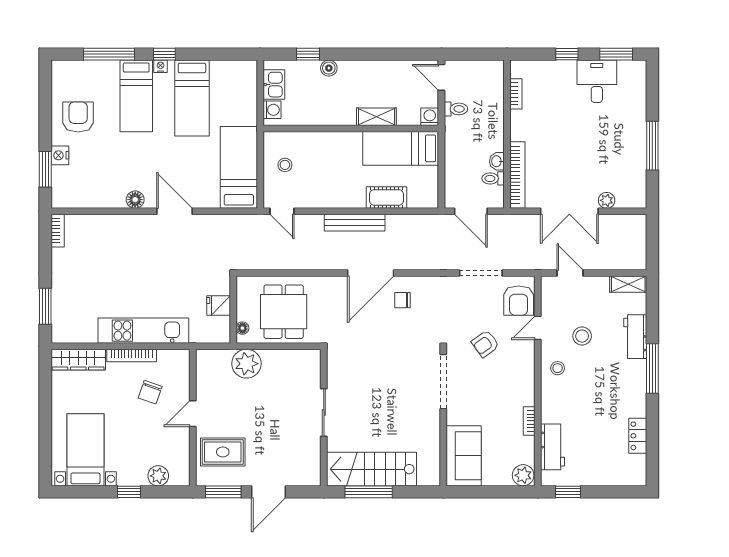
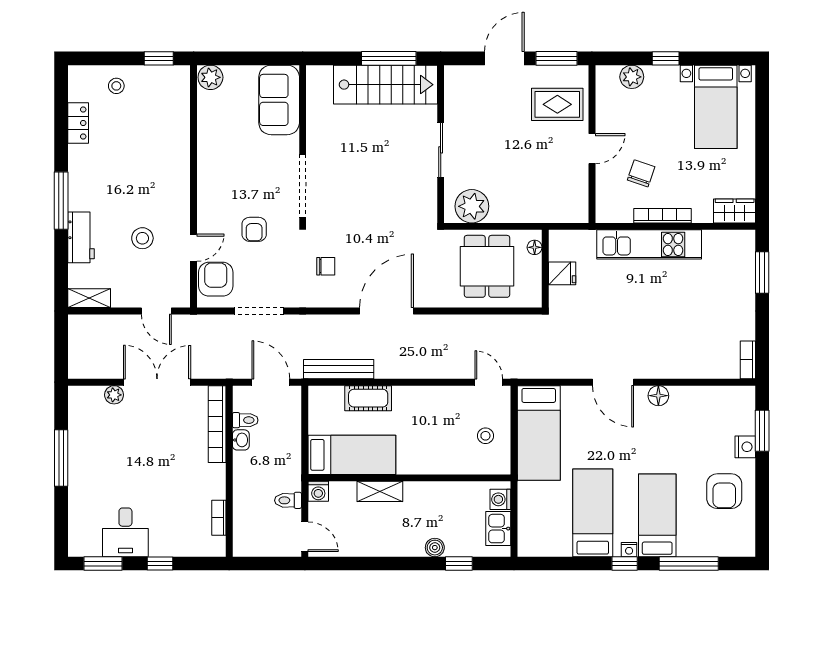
bench: (355, 223) -> (339, 369), moved
chair: (402, 300) -> (326, 266), moved
armchair: (485, 344) -> (254, 229), turned 126
wardrobe: (78, 360) -> (735, 211), width x0.67
plant: (246, 364) -> (472, 206), moved
stool: (558, 368) -> (116, 86), moved
bookcase: (529, 421) -> (204, 140), removed
workbench: (553, 447) -> (176, 110), removed

